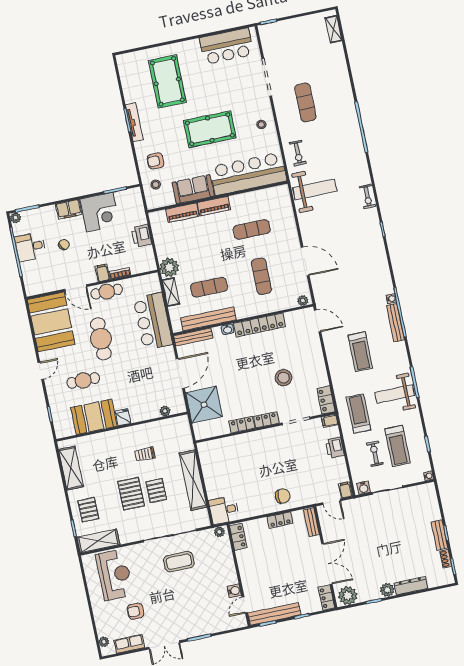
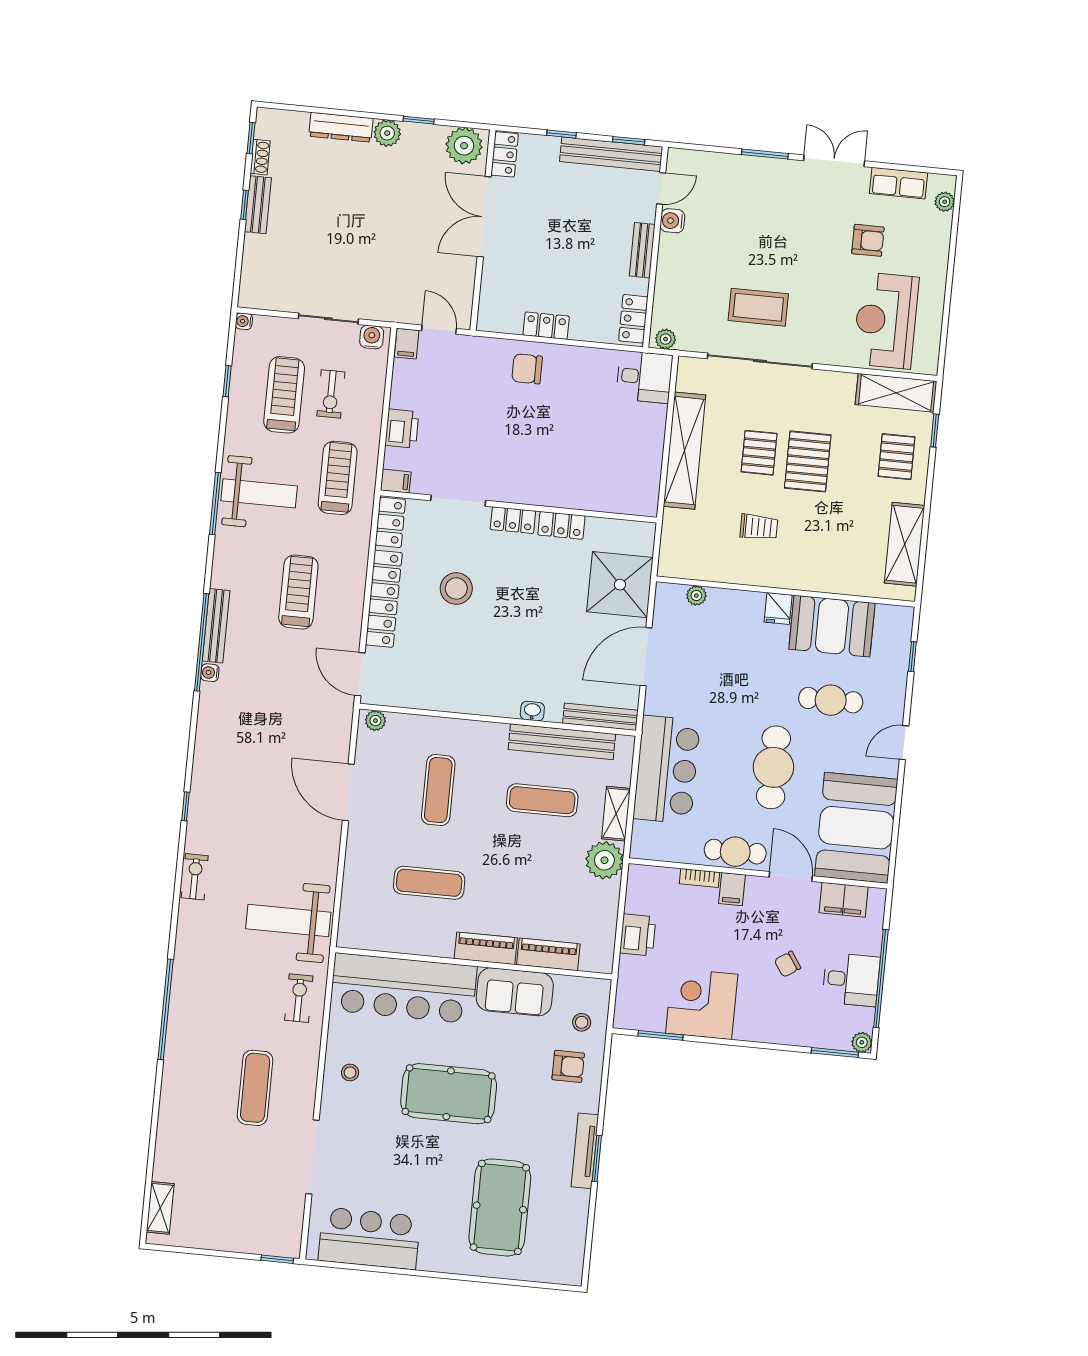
filing cabinet: (69, 209) -> (844, 900), moved, turned 180
locker: (259, 325) -> (384, 599), moved, turned 90
treadmill: (359, 414) -> (338, 478), turned 180
bench: (311, 522) -> (642, 250), moved

